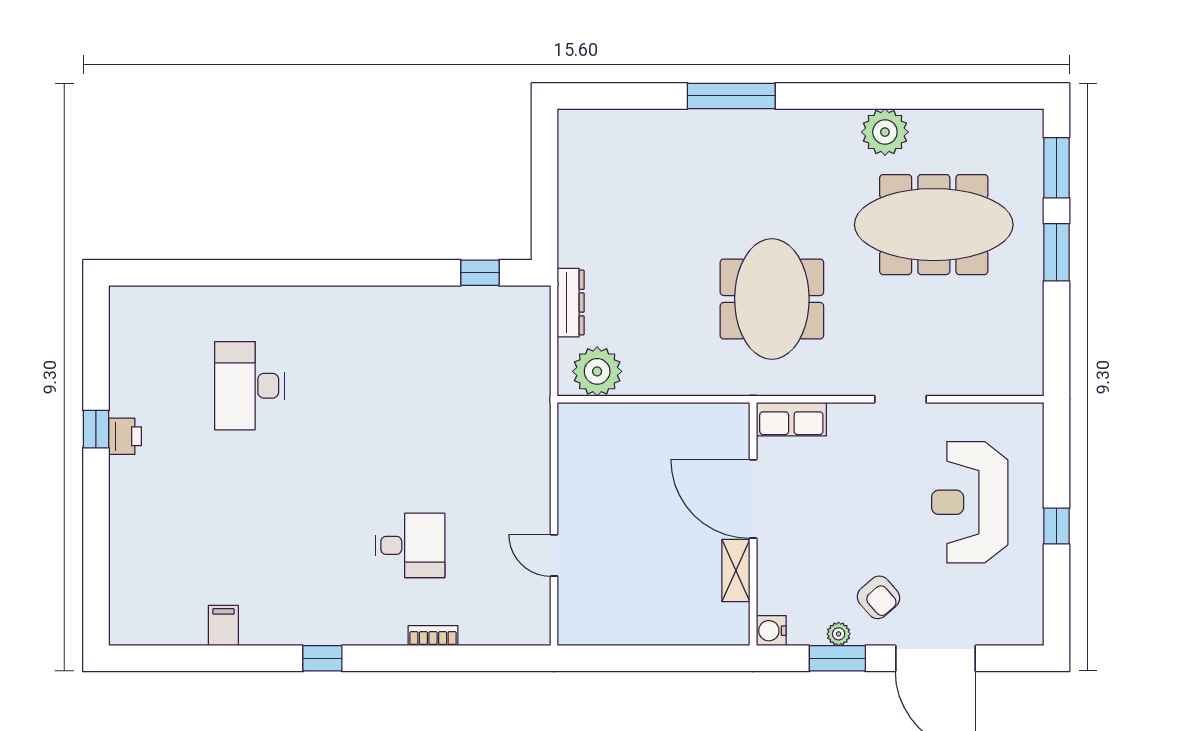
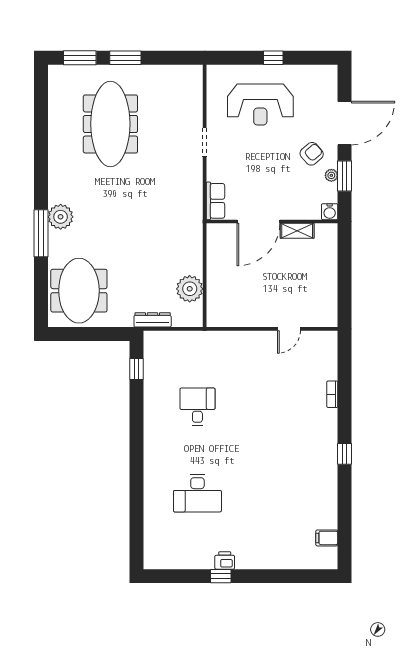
plant: (885, 132) -> (61, 217), moved
meeting table: (772, 299) -> (79, 291), moved, turned 90
plant: (597, 371) -> (190, 289), moved
desk: (410, 545) -> (197, 407), moved
filing cabinet: (223, 626) -> (327, 538), moved

